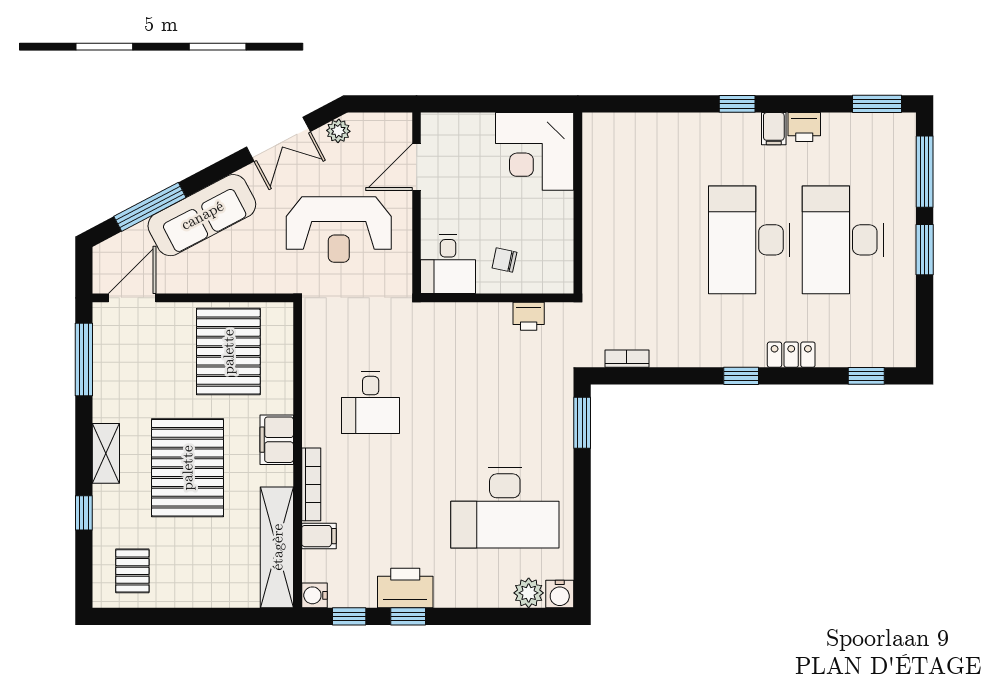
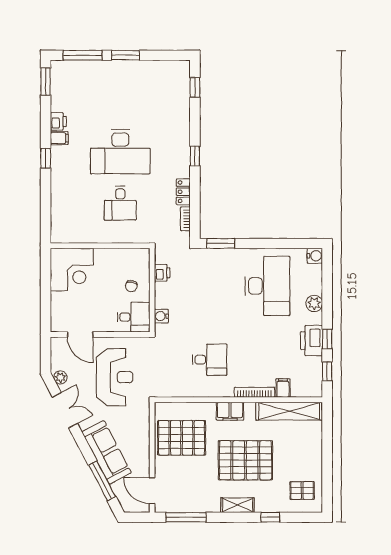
desk: (843, 240) -> (120, 203), moved, width x0.53, depth x0.77
locker: (791, 355) -> (183, 192), moved
plant: (529, 593) -> (314, 304), moved
water cooler: (314, 595) -> (161, 316), moved, turned 90

